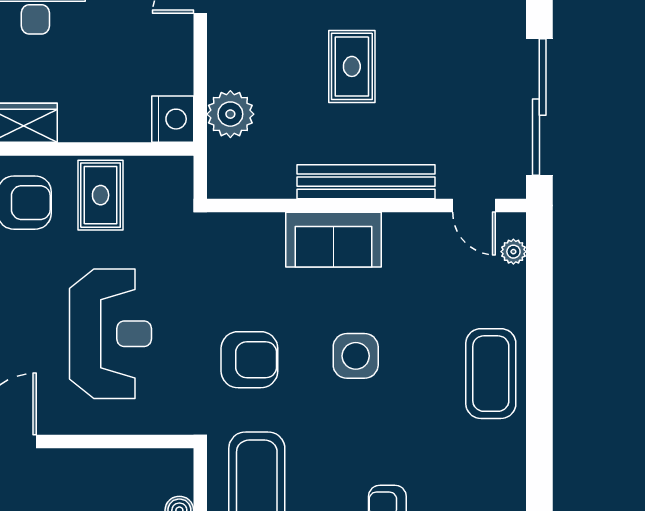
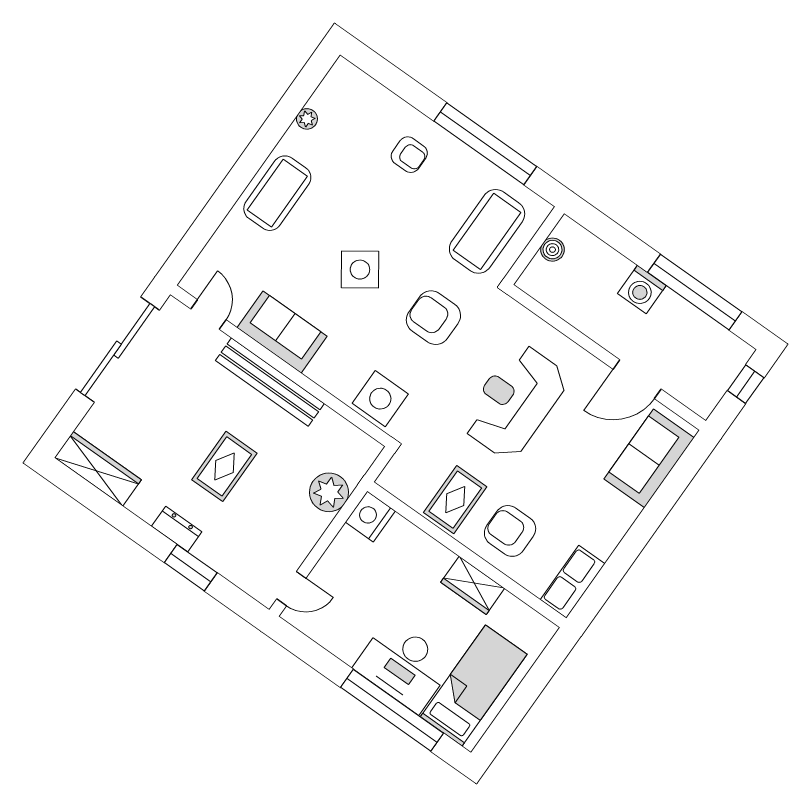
sofa: (334, 240) -> (282, 332), moved
side table: (245, 243) -> (380, 399), added
plant: (513, 252) -> (307, 119), moved
side table: (356, 356) -> (360, 270), turned -35

